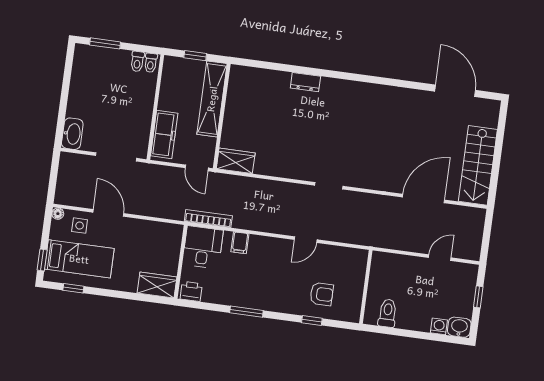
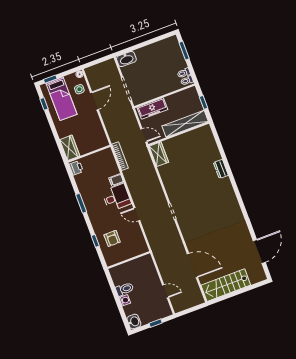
door: (197, 168) -> (144, 135), swing flipped
desk: (203, 247) -> (117, 198), moved
toilet: (388, 313) -> (125, 289), moved
washing machine: (439, 326) -> (125, 300), moved

